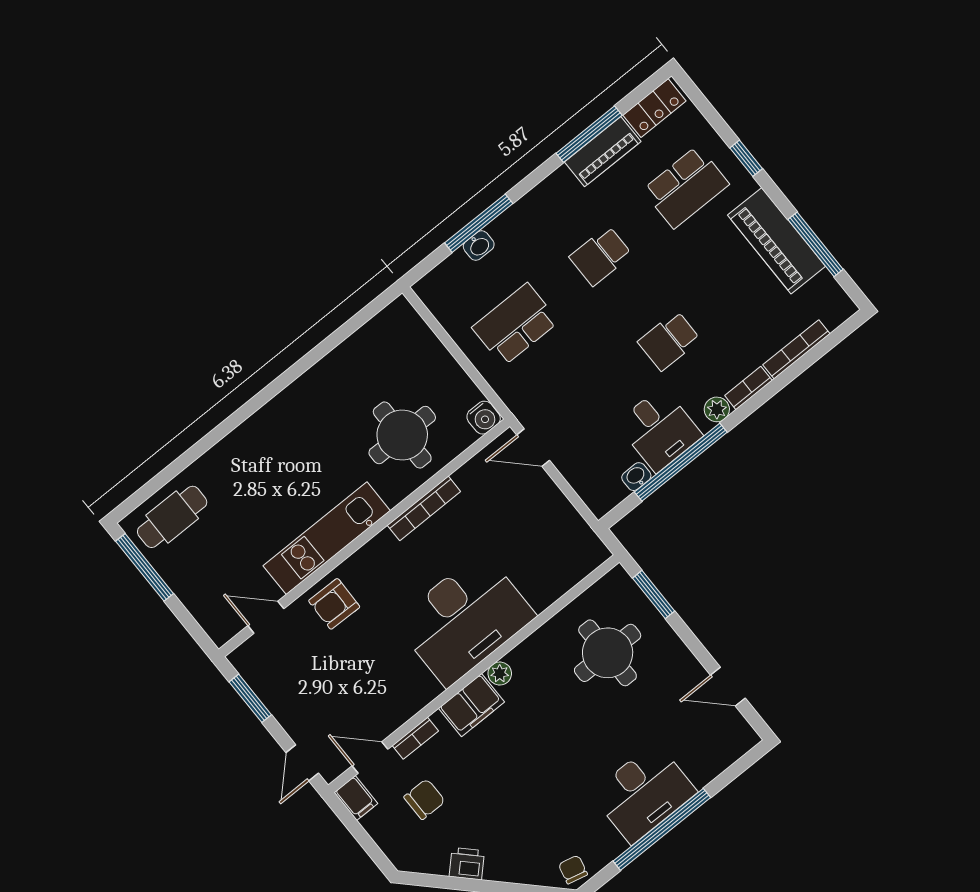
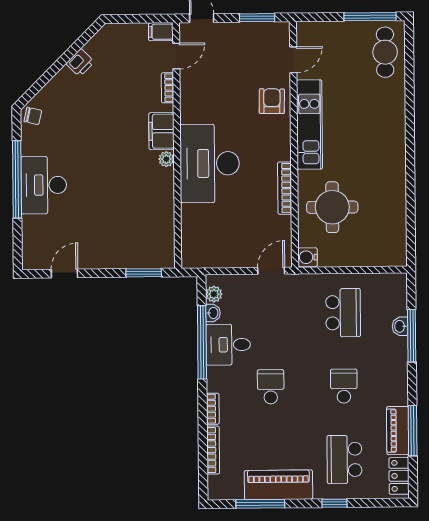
plant: (717, 409) -> (214, 294), moved
round table: (608, 653) -> (132, 224), removed
chair: (424, 799) -> (132, 67), removed

